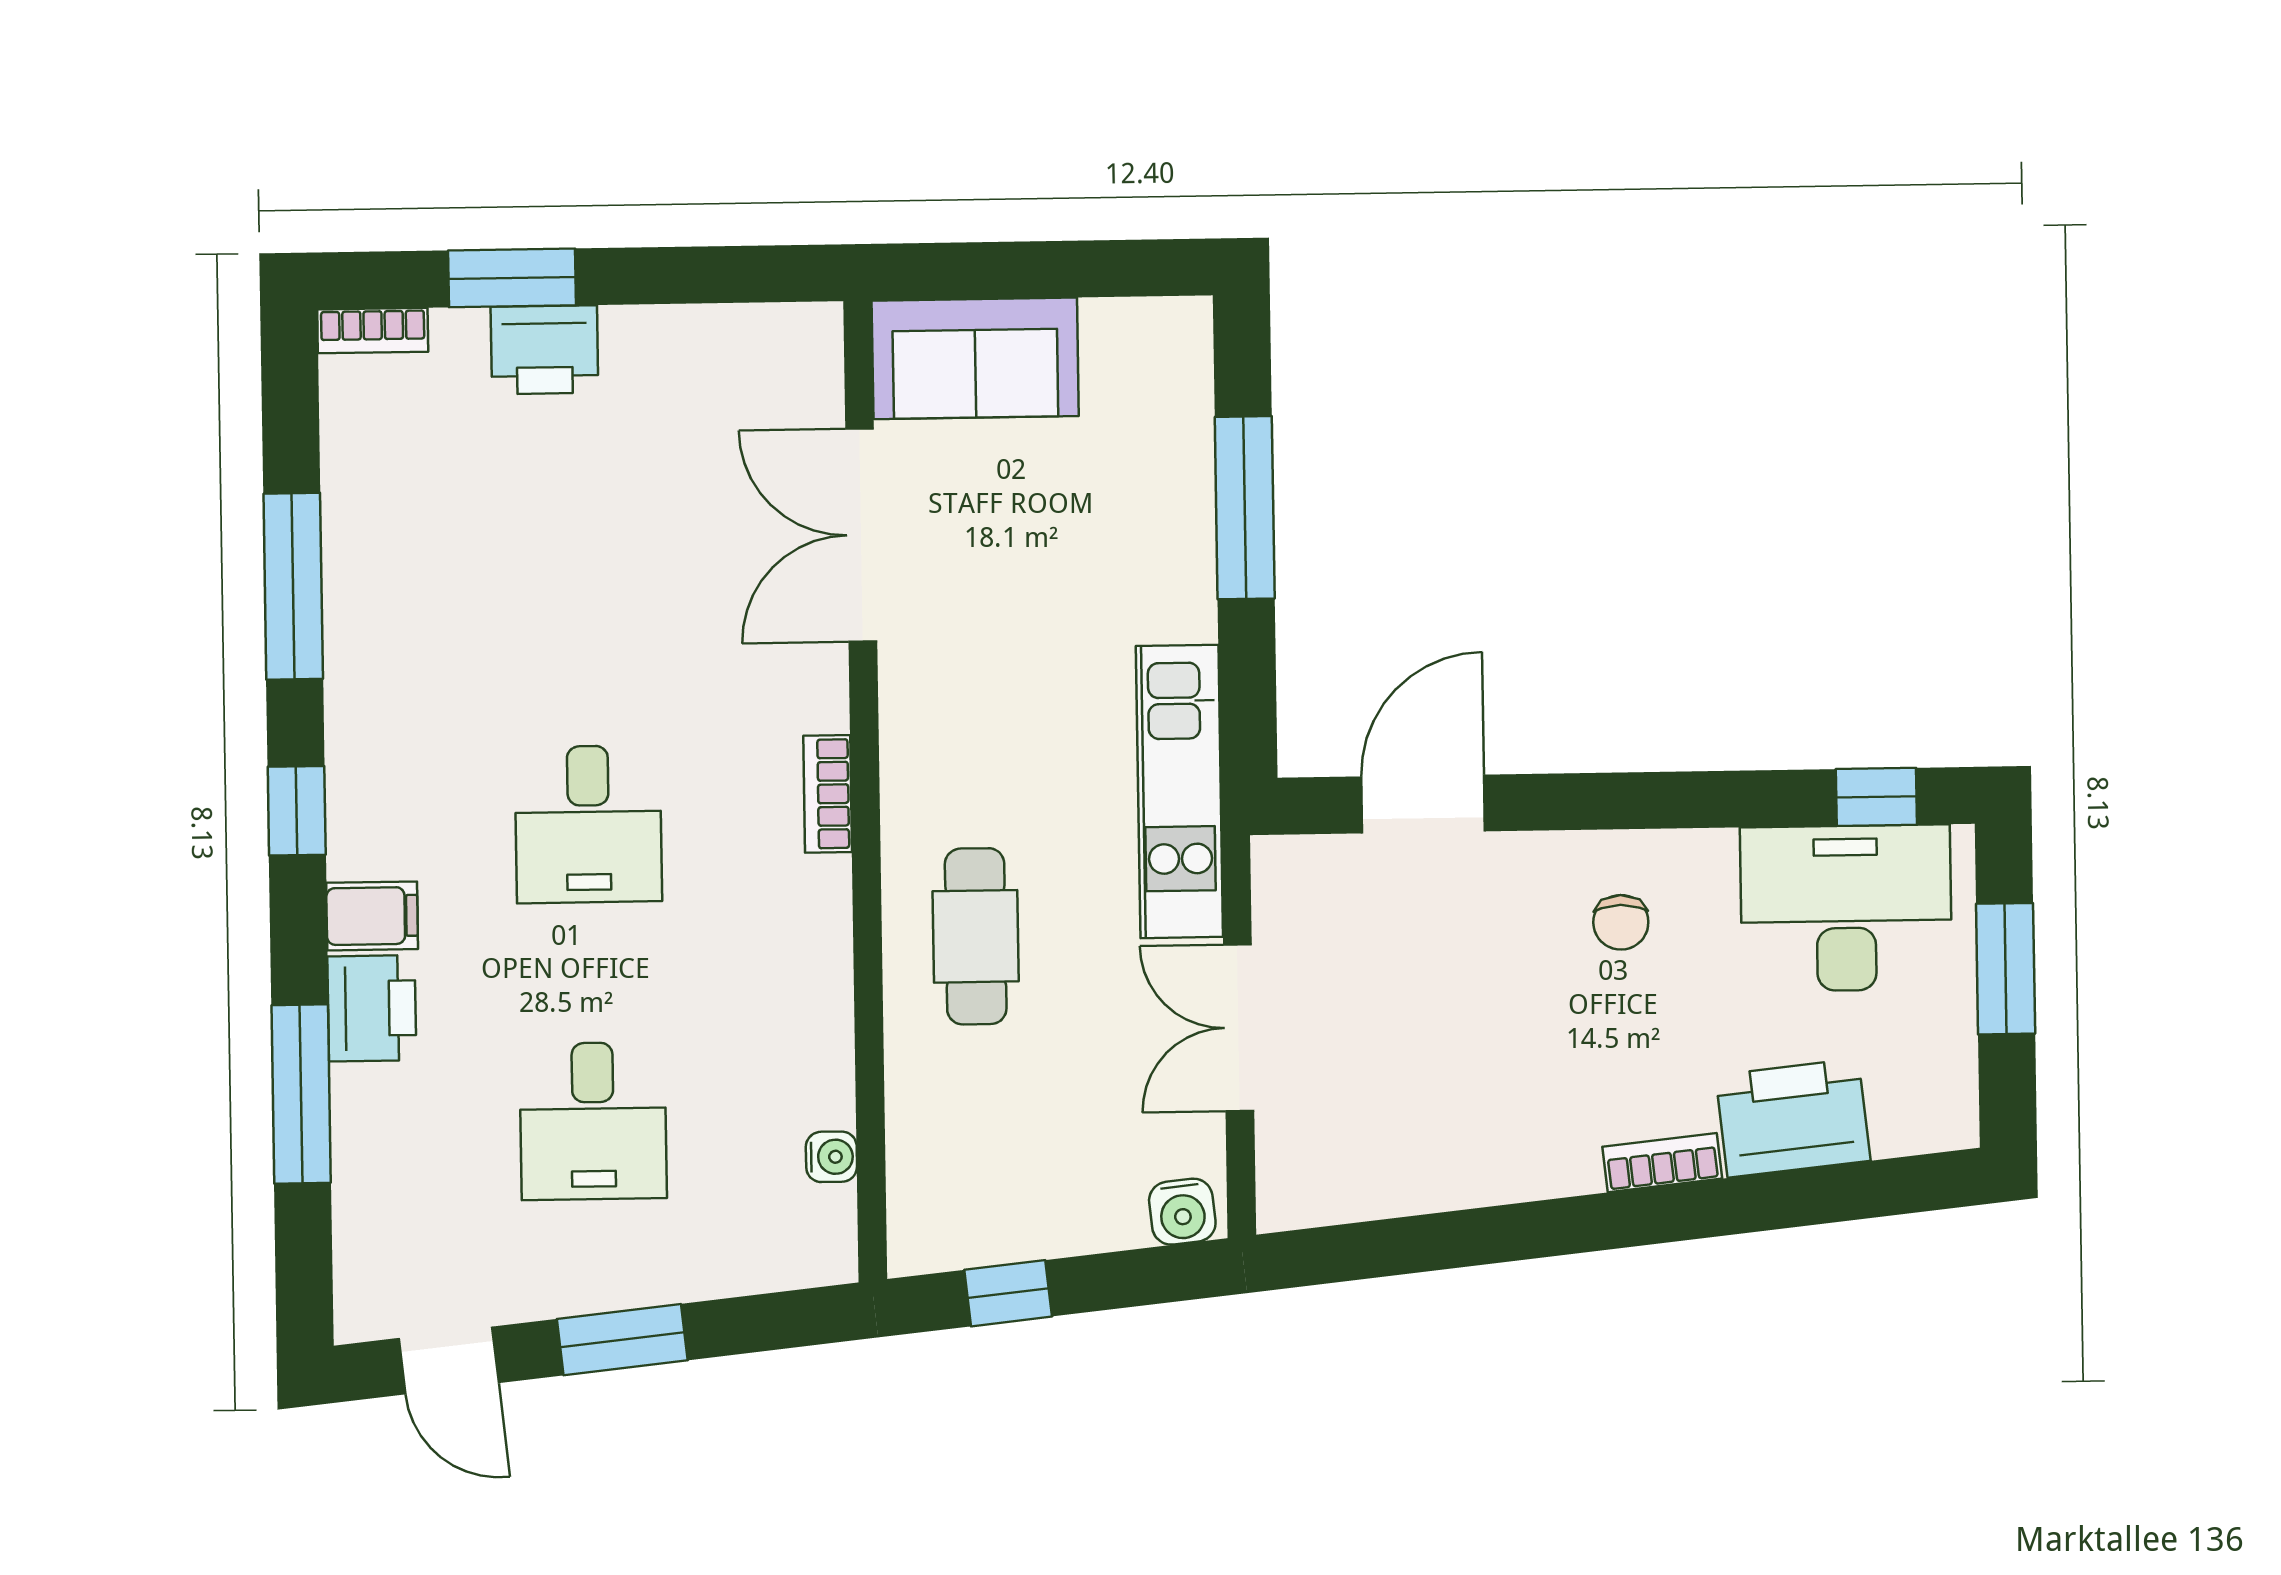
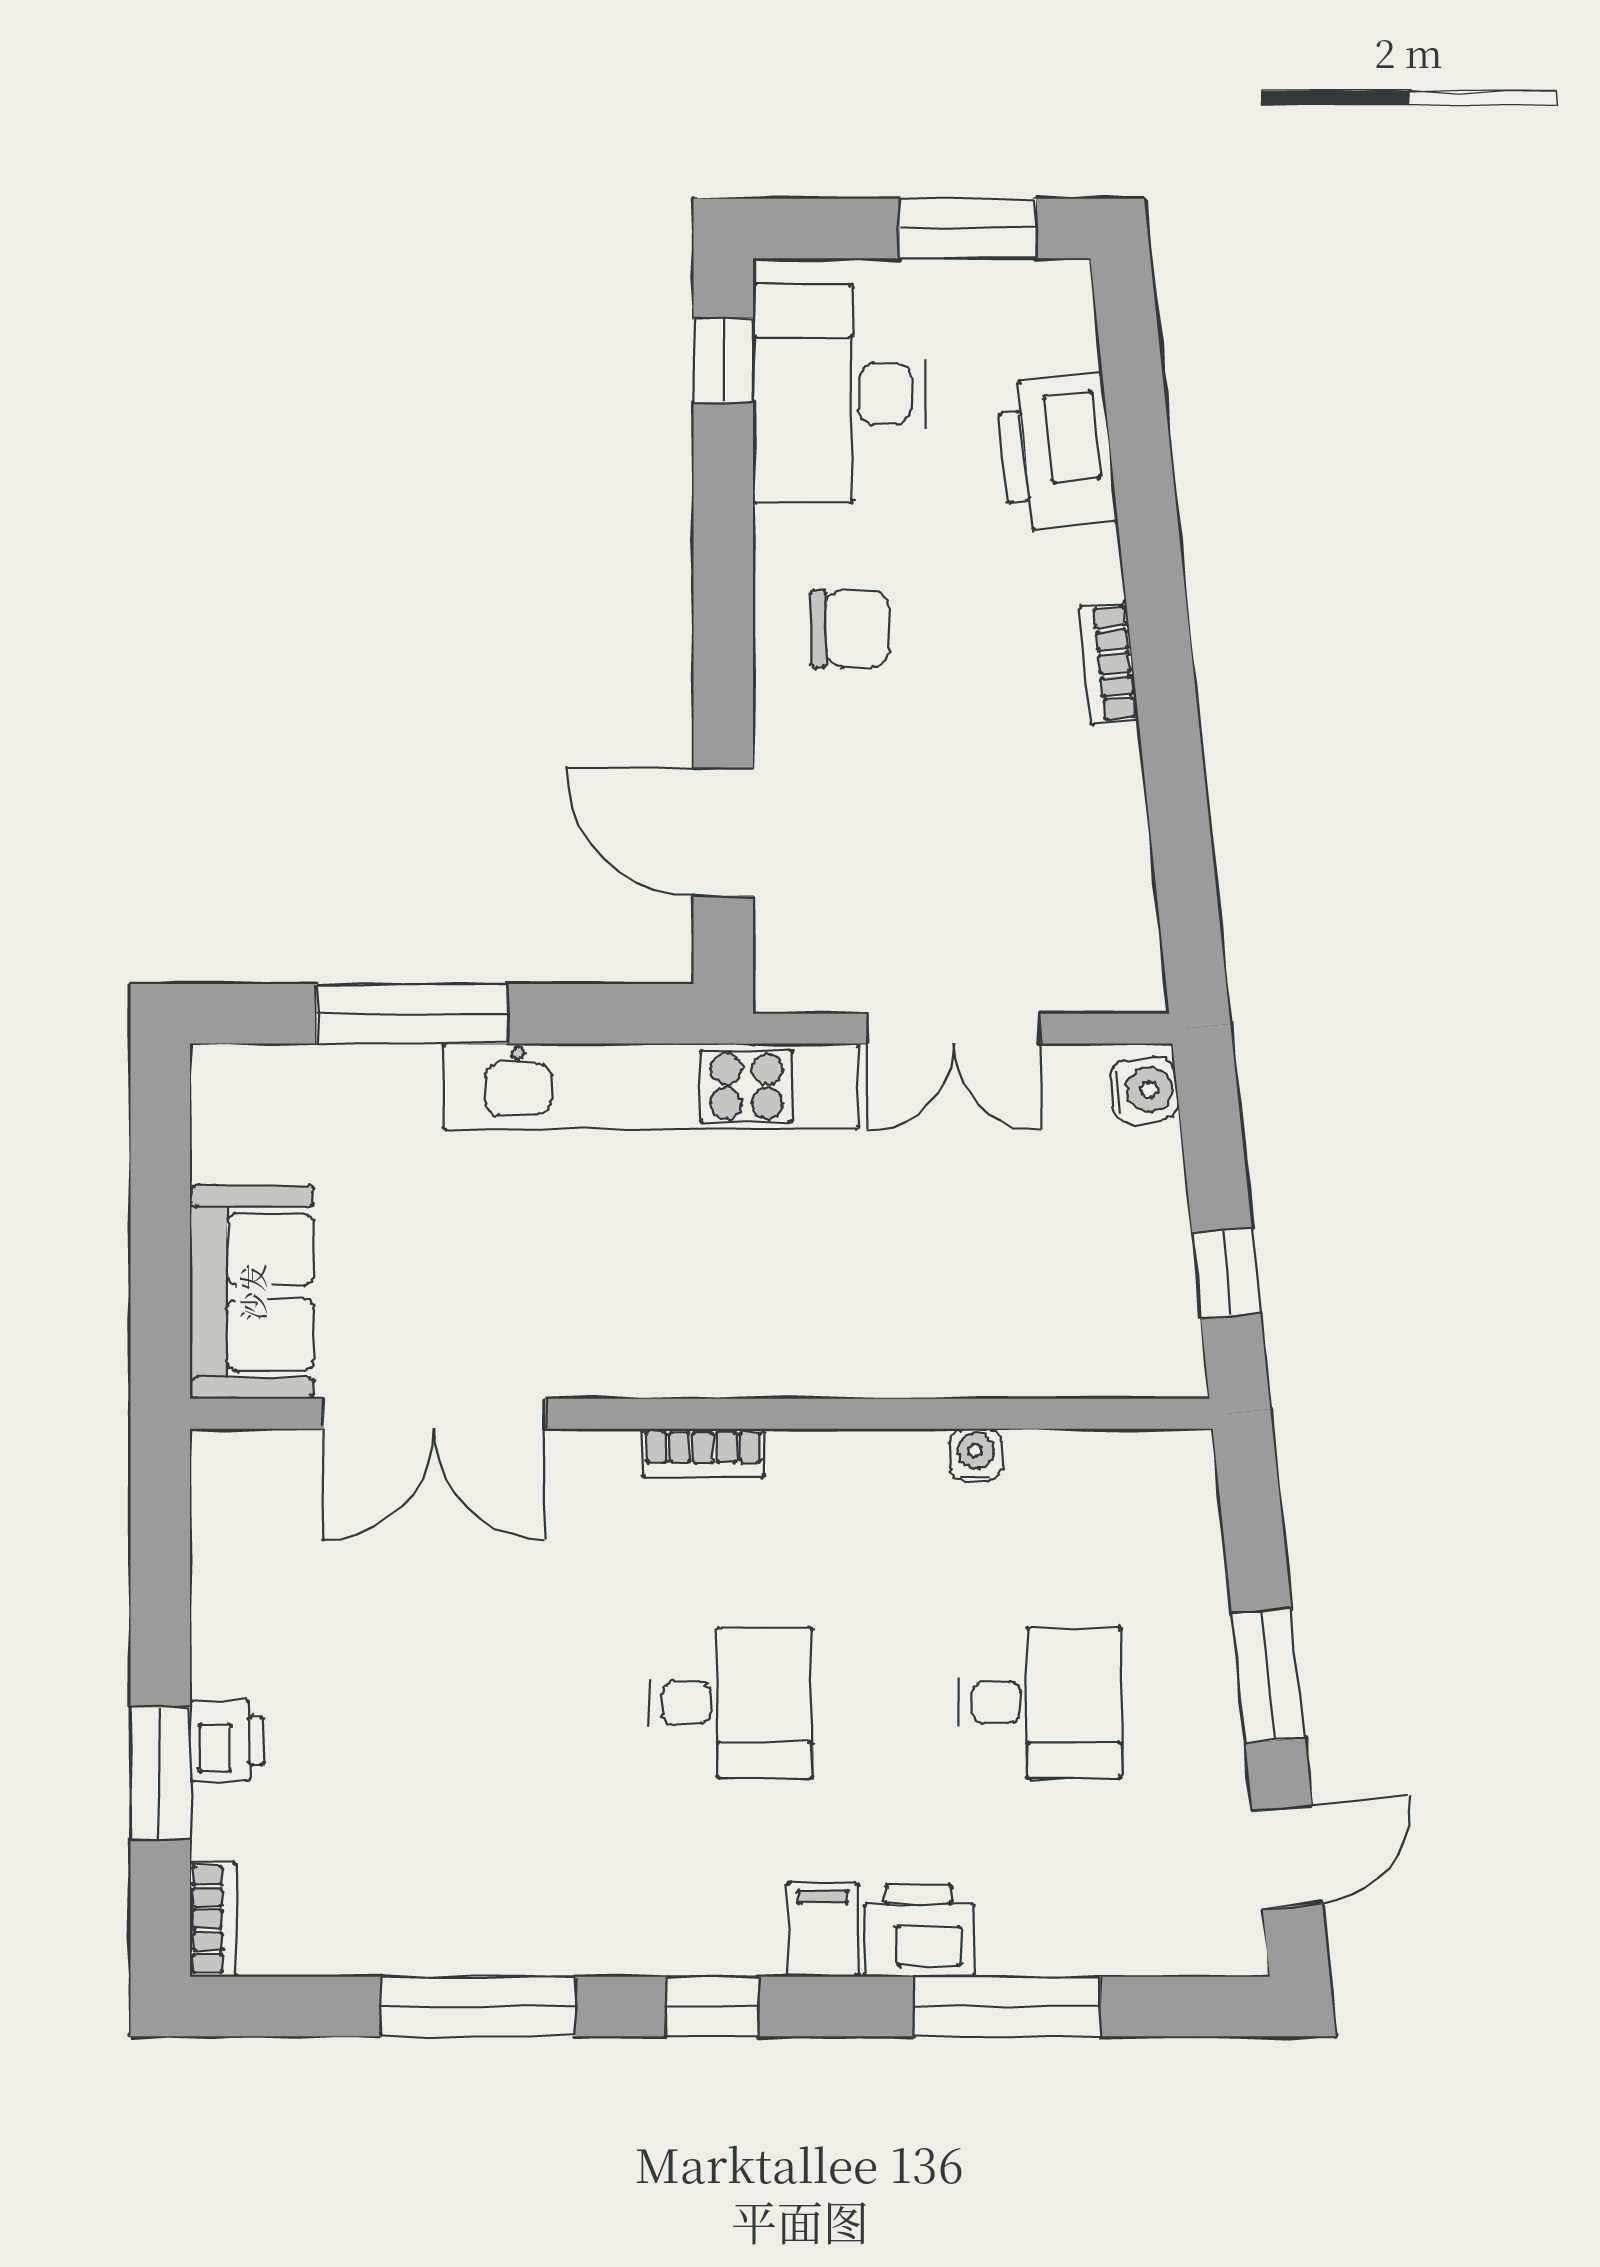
printer: (544, 350) -> (227, 1741), width x0.73, depth x0.81
kitchen unit: (1179, 791) -> (651, 1086), width x1.36
chair: (1621, 922) -> (850, 629), width x1.37, depth x1.37
cafe table: (976, 936) -> (854, 1301), removed
window: (2006, 969) -> (968, 229), moved
water cooler: (831, 1157) -> (975, 1455), moved
bookcase: (1662, 1163) -> (1109, 664), moved

